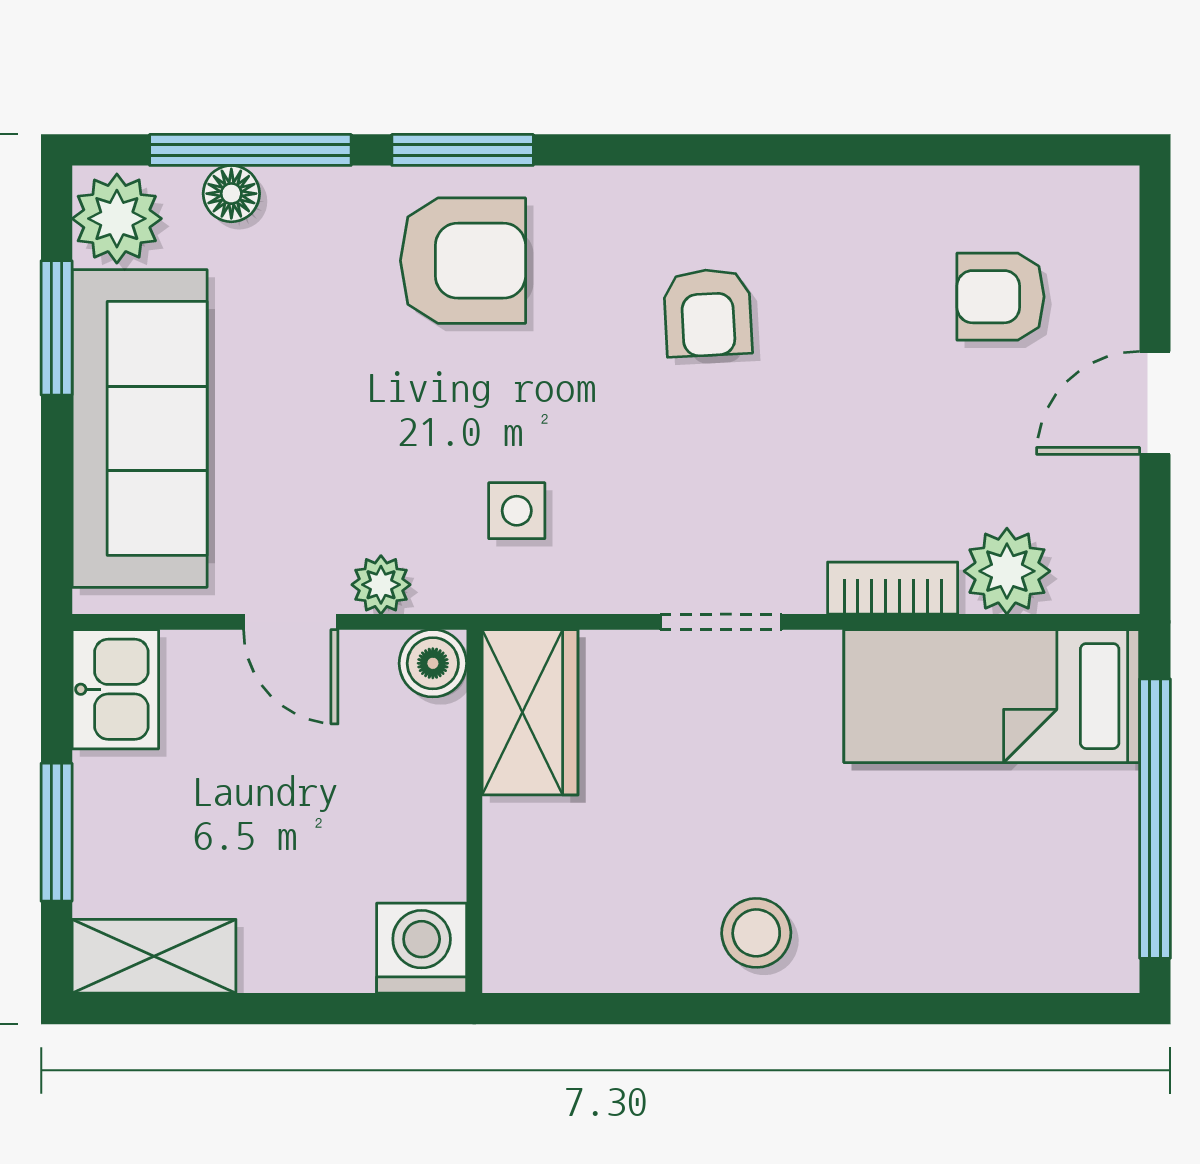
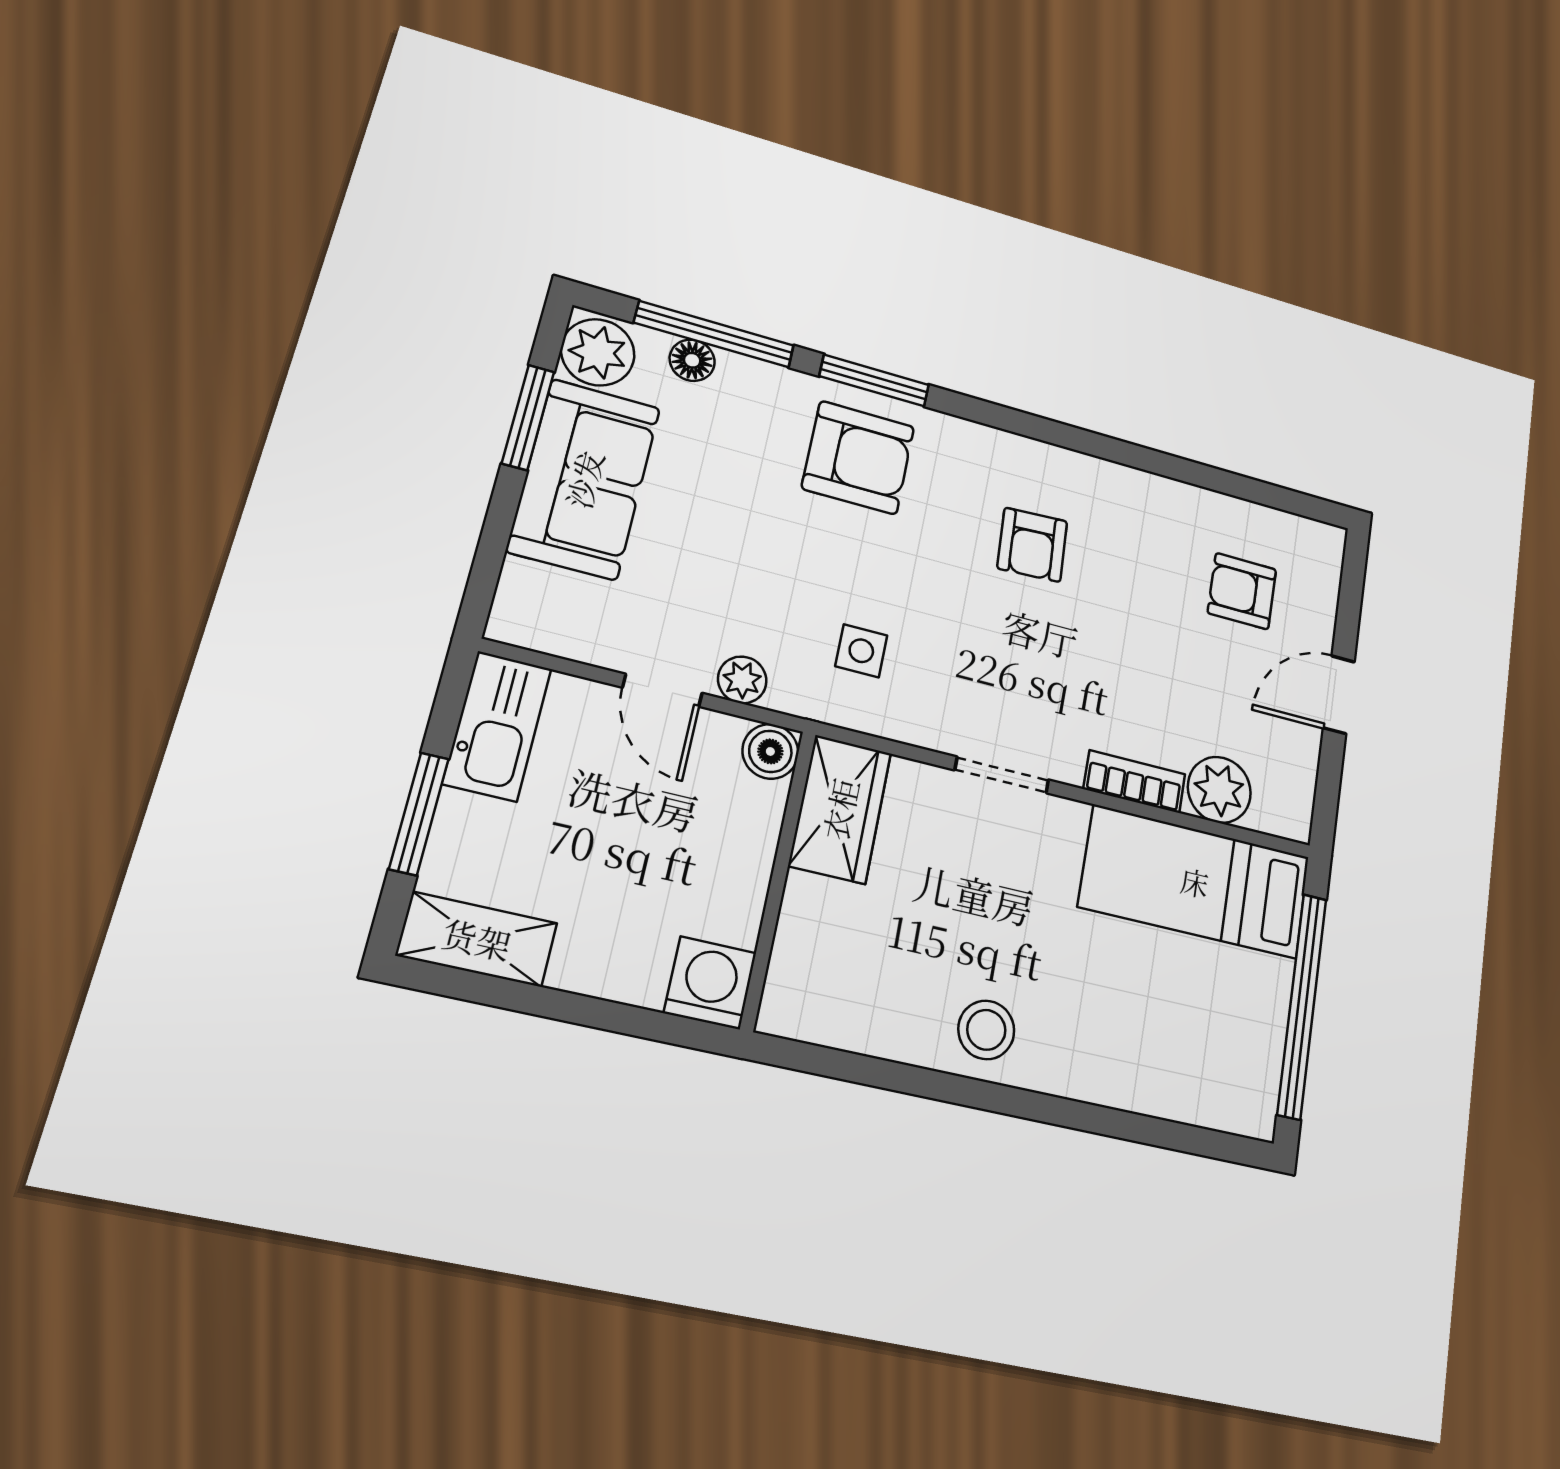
sofa: (140, 428) -> (584, 479), width x0.73
kitchen sink: (115, 689) -> (497, 726), width x1.38

